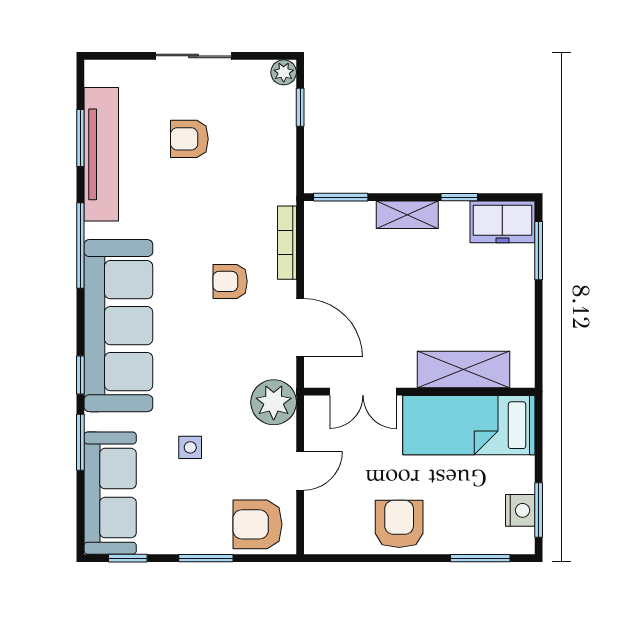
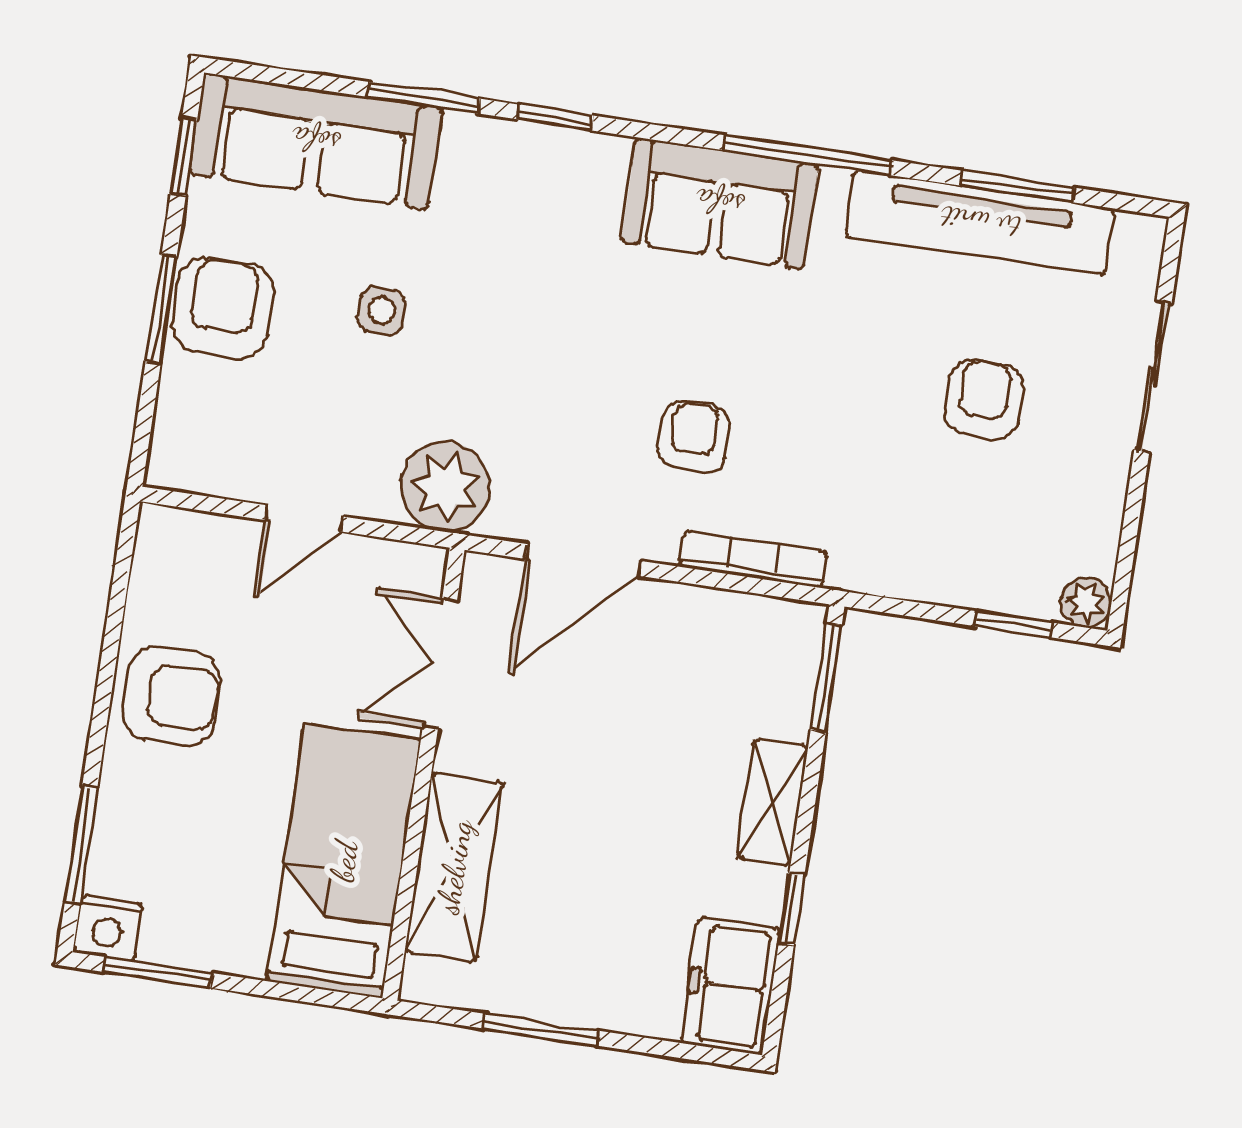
sliding door: (193, 56) -> (1153, 376), moved
window: (539, 251) -> (541, 1030), moved
sofa: (118, 326) -> (720, 203), width x0.54, depth x0.79
door: (300, 471) -> (304, 518), hinge flipped
nightstand: (520, 510) -> (108, 928), moved
armchair: (257, 524) -> (223, 308), moved

